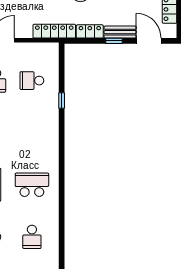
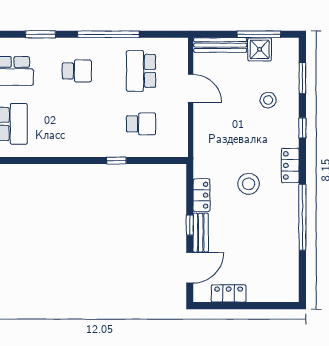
locker: (54, 31) -> (202, 151), removed
school desk: (32, 81) -> (141, 124), turned 90

